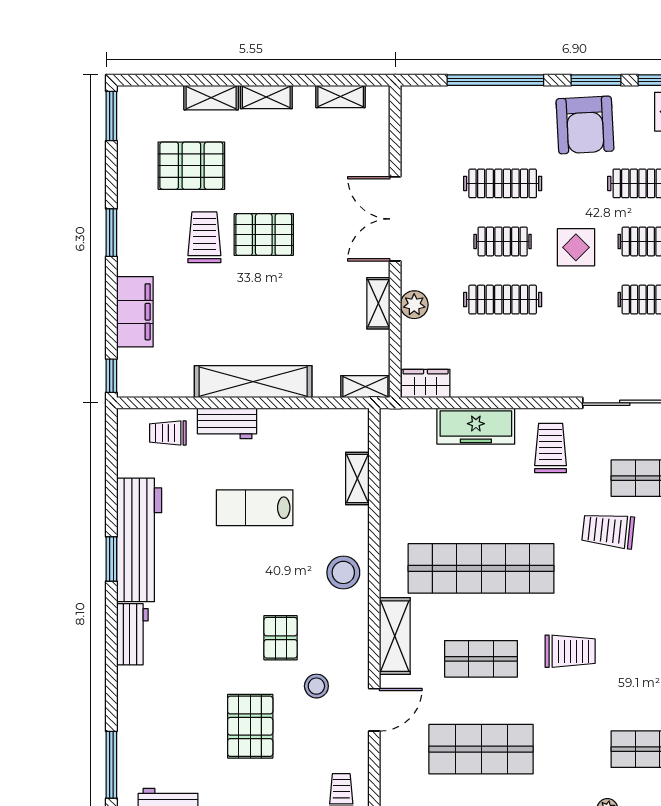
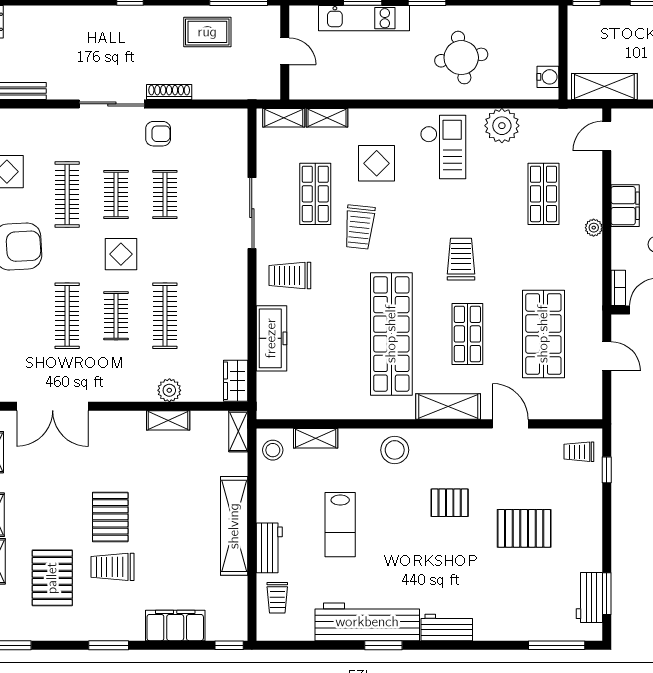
double door: (395, 219) -> (53, 406), moved
stool: (316, 686) -> (273, 450), moved

